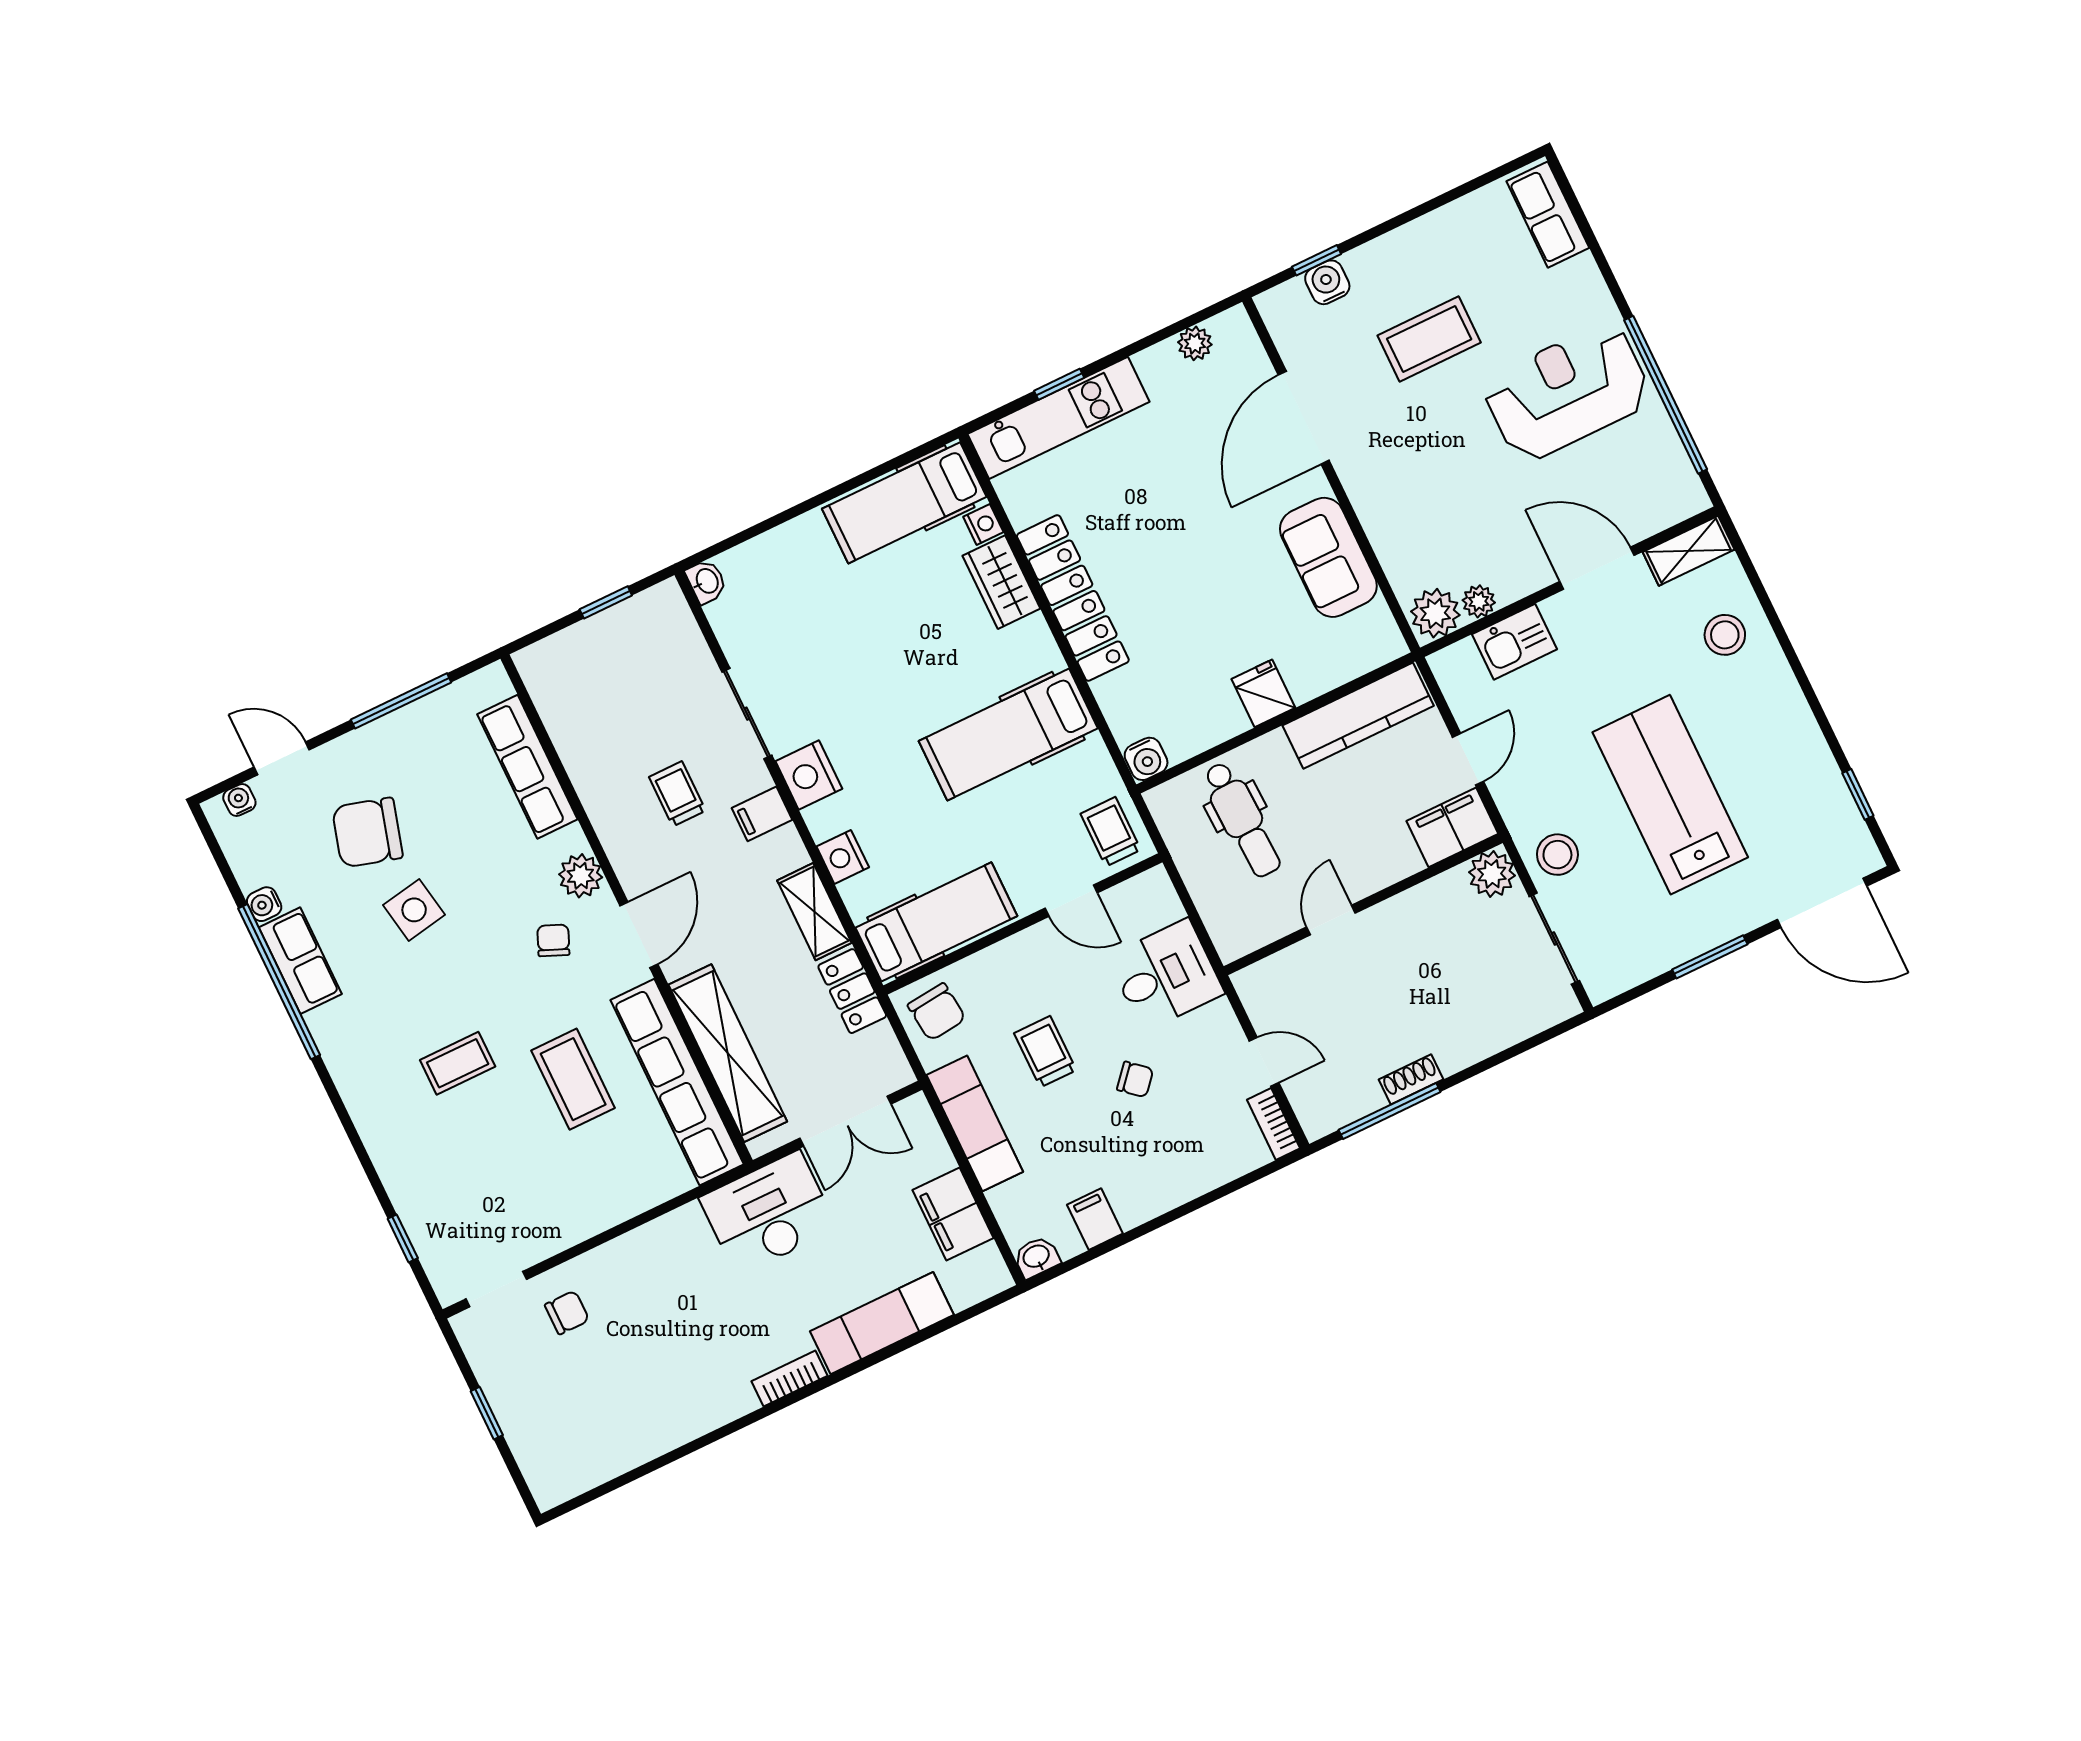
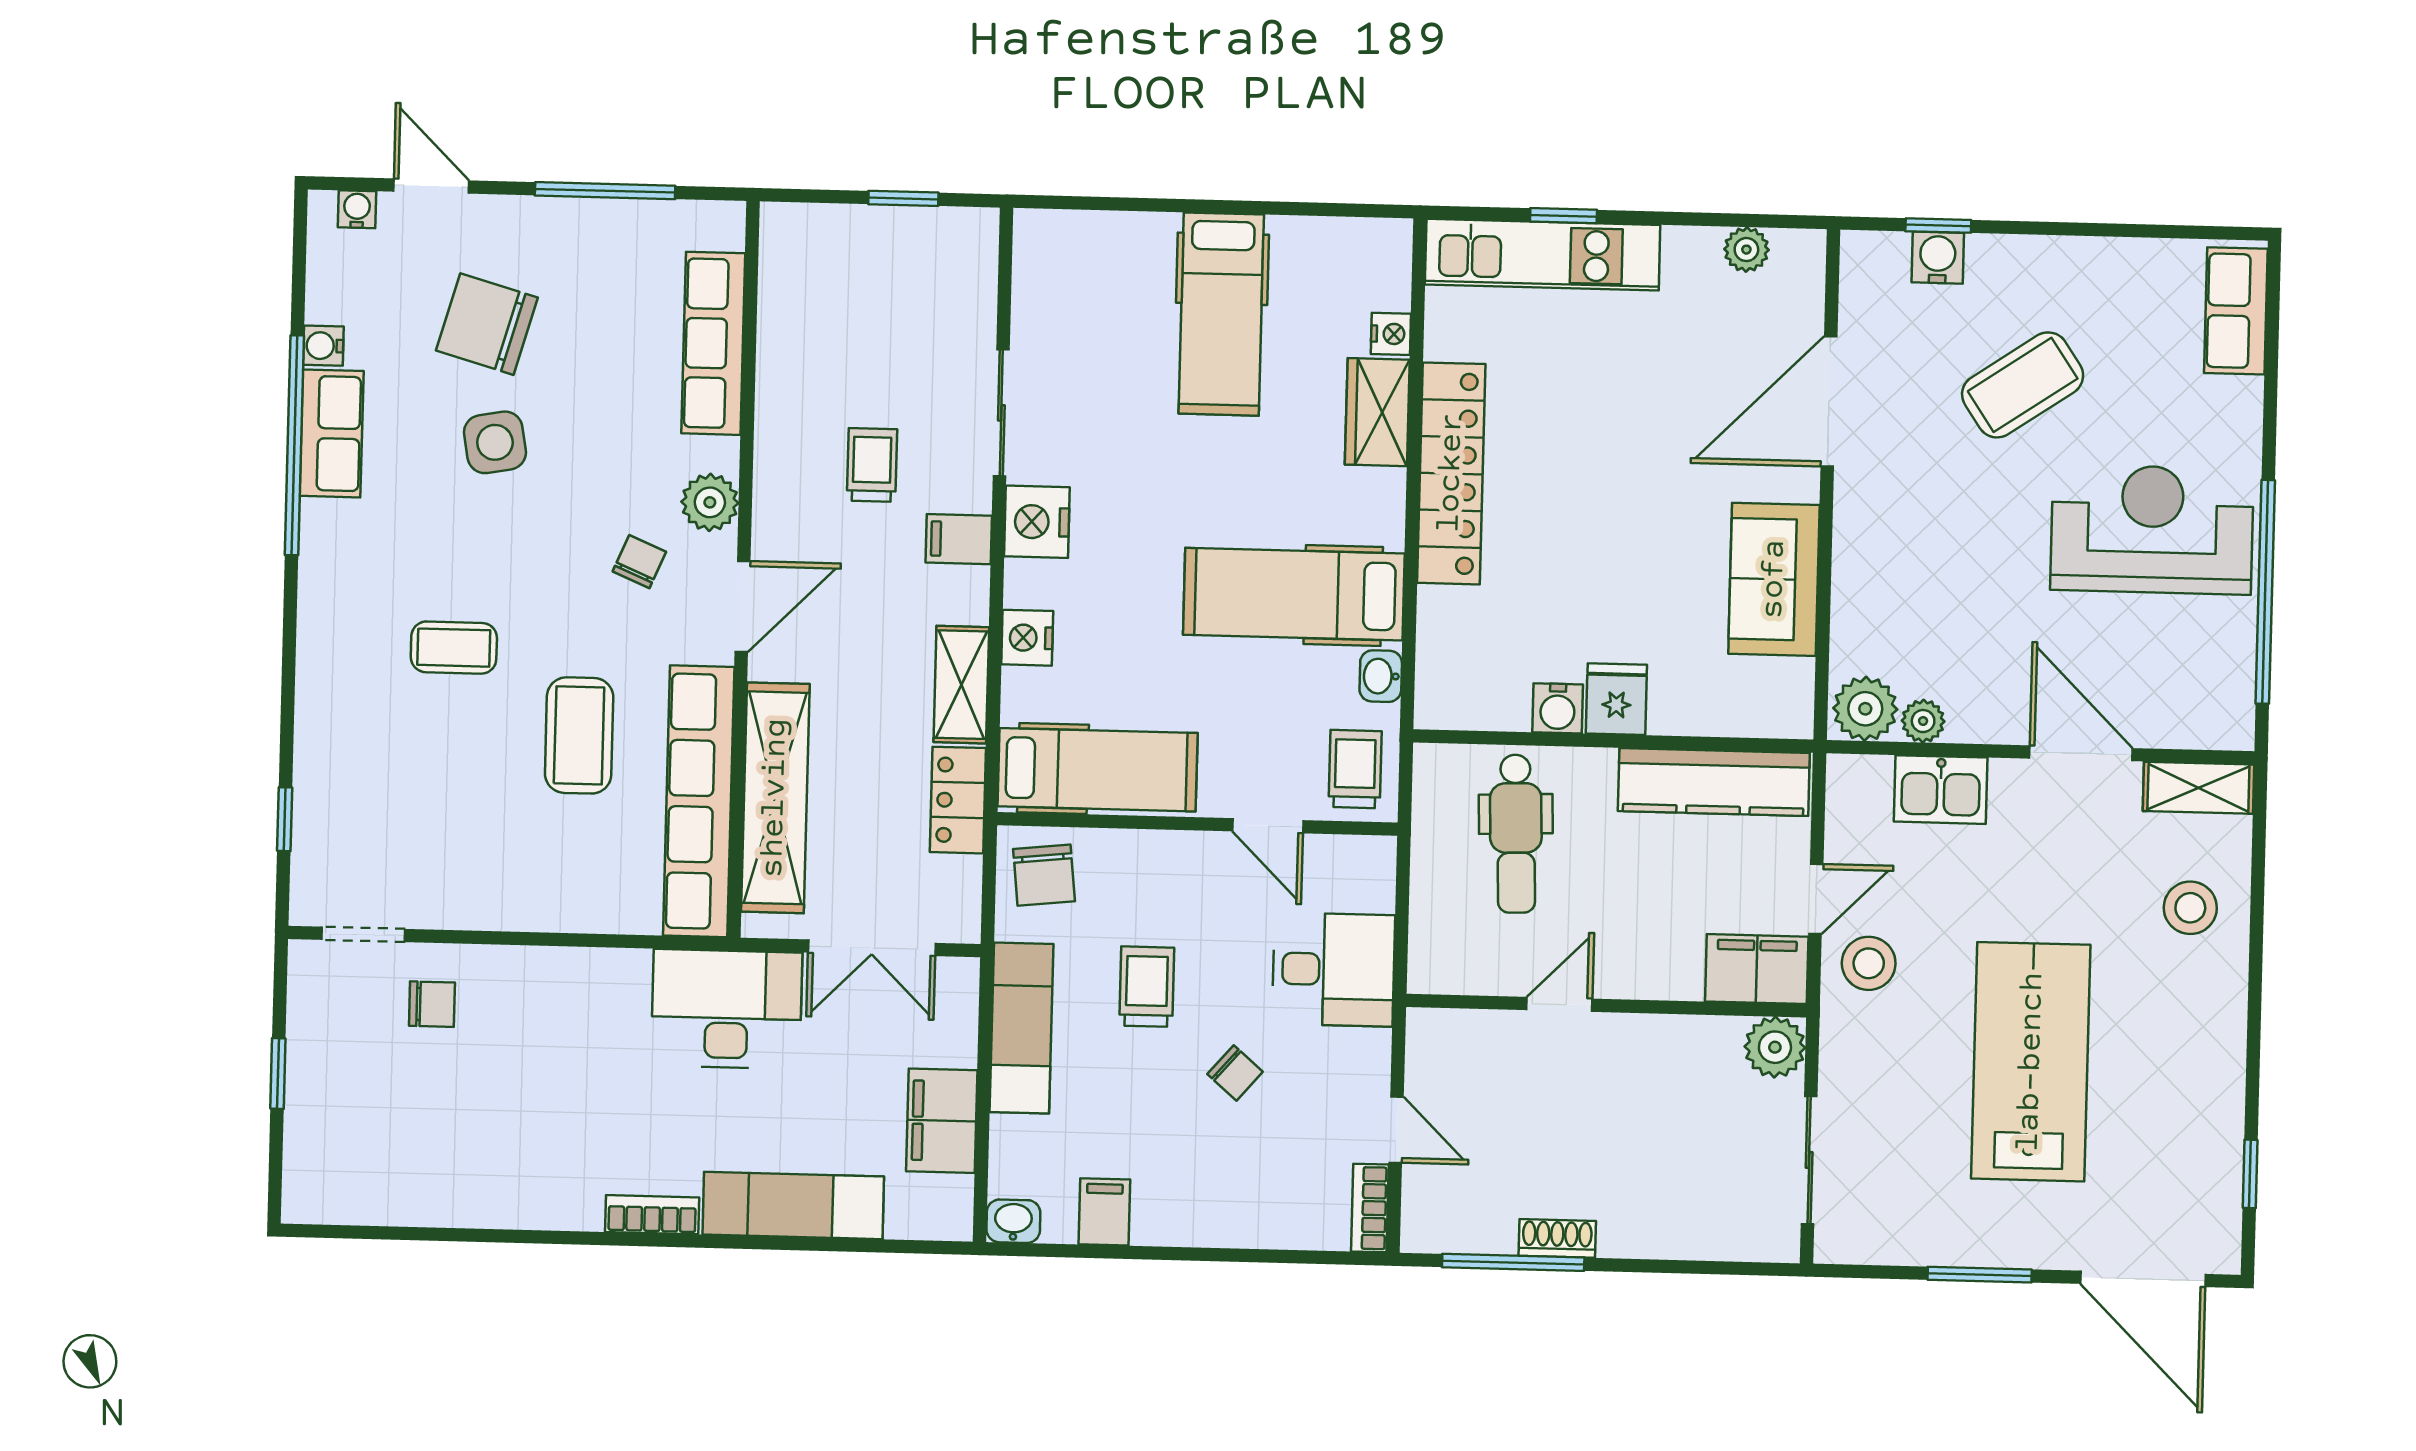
coffee table: (1429, 339) -> (2023, 385), turned -34
hospital bed: (904, 503) -> (1221, 314), moved, turned -90
washbasin: (706, 581) -> (1381, 676), moved, turned 180
water cooler: (1146, 759) -> (1558, 708), moved
stool: (1557, 855) -> (1869, 963), moved

